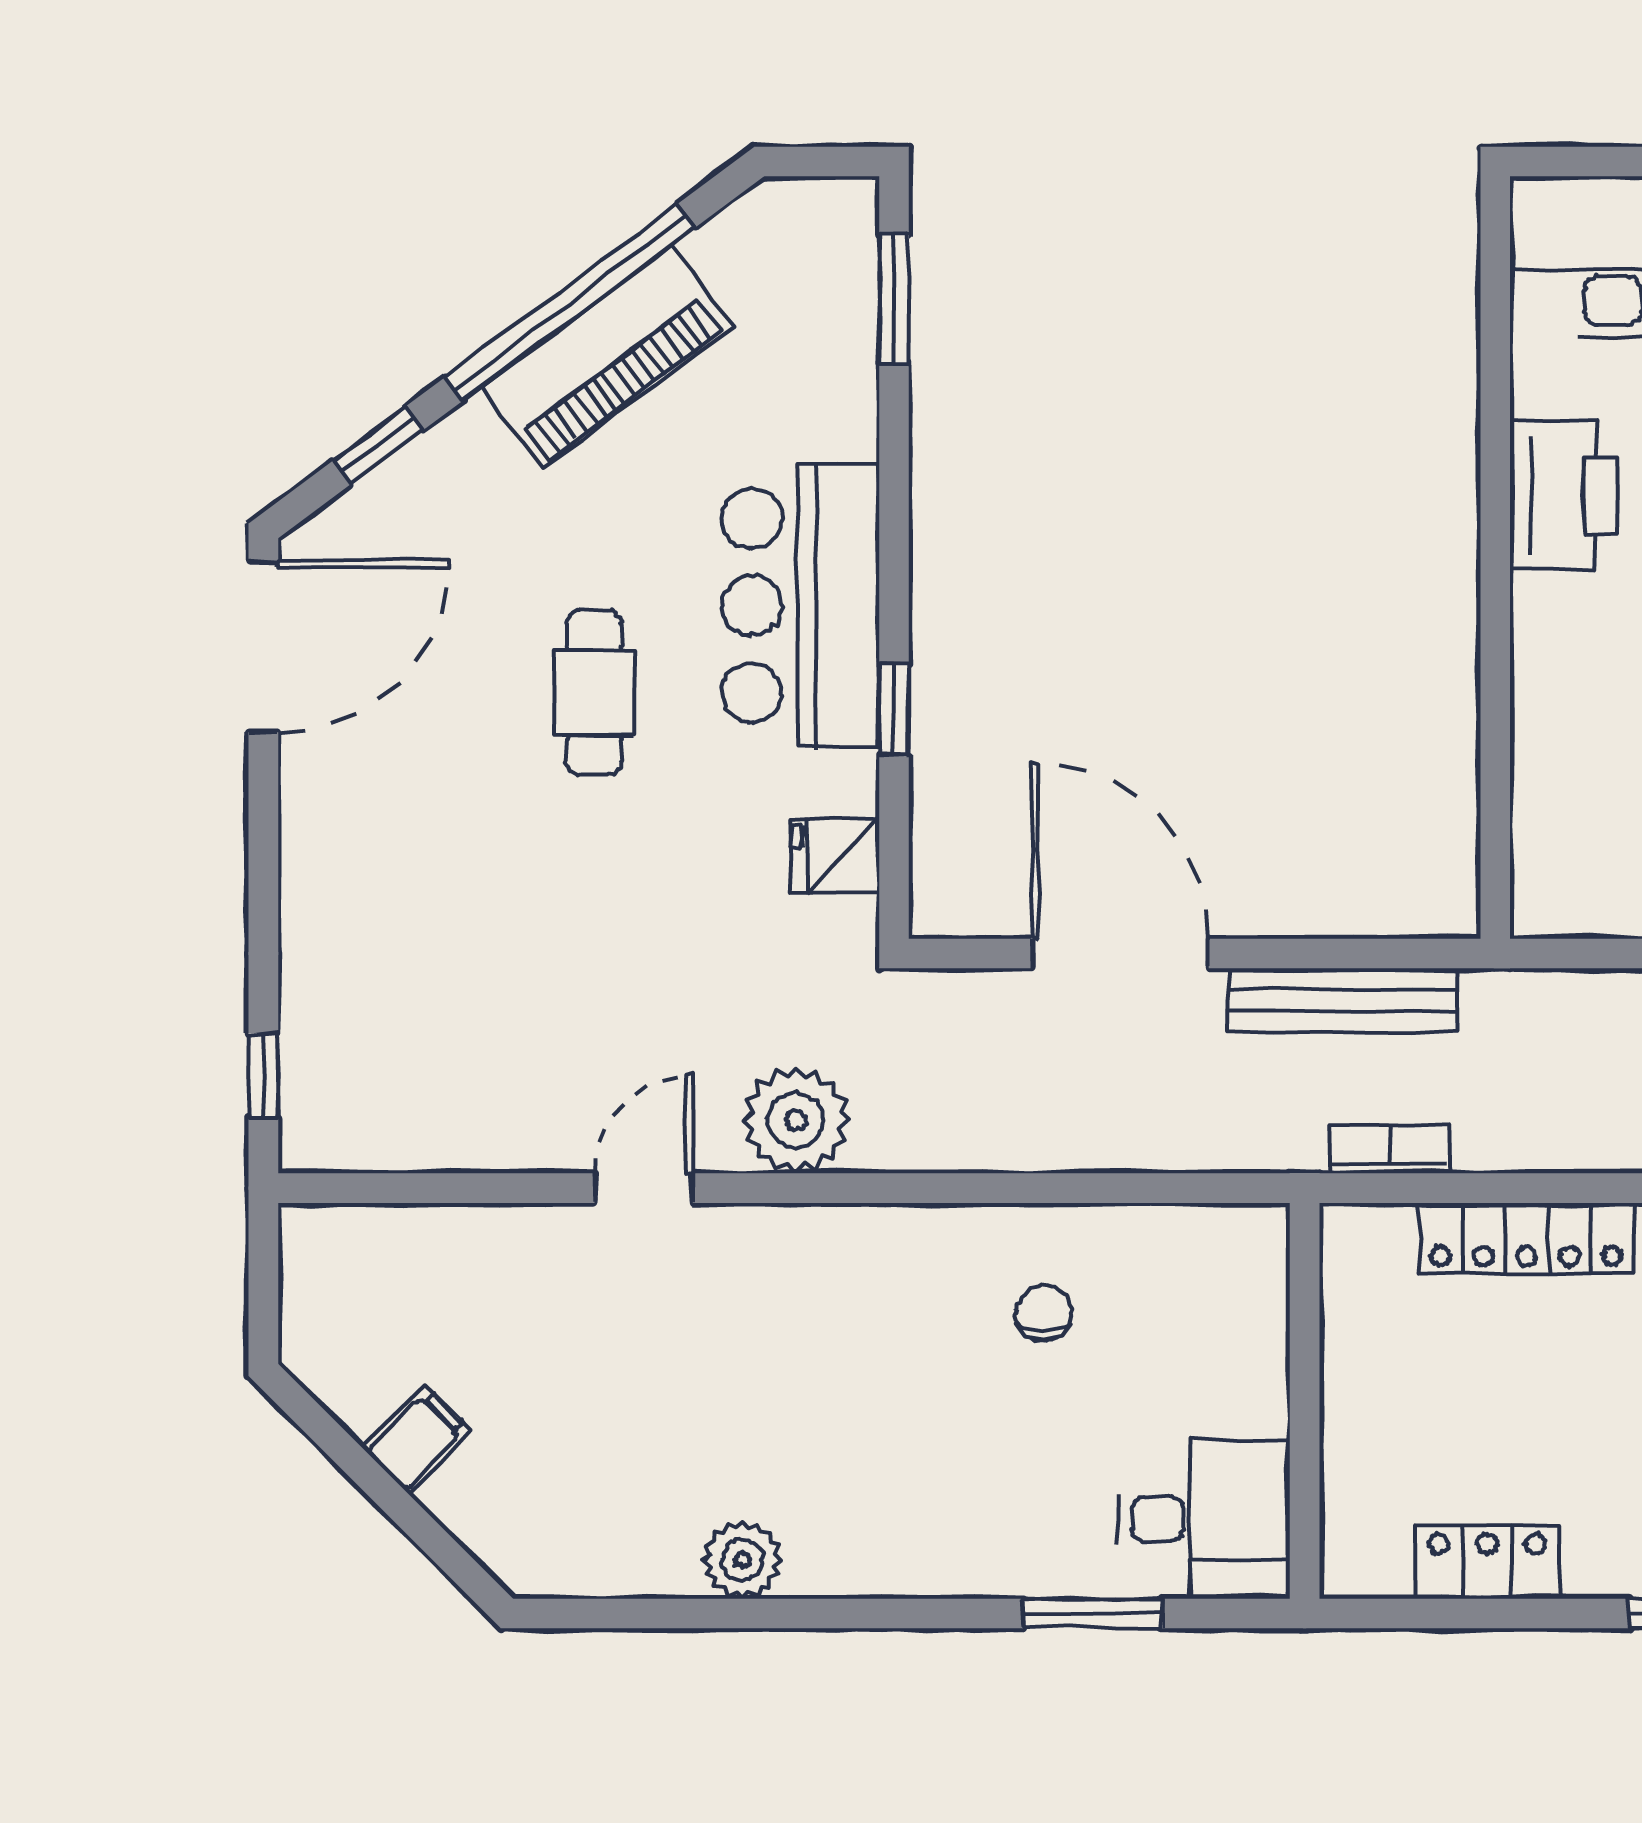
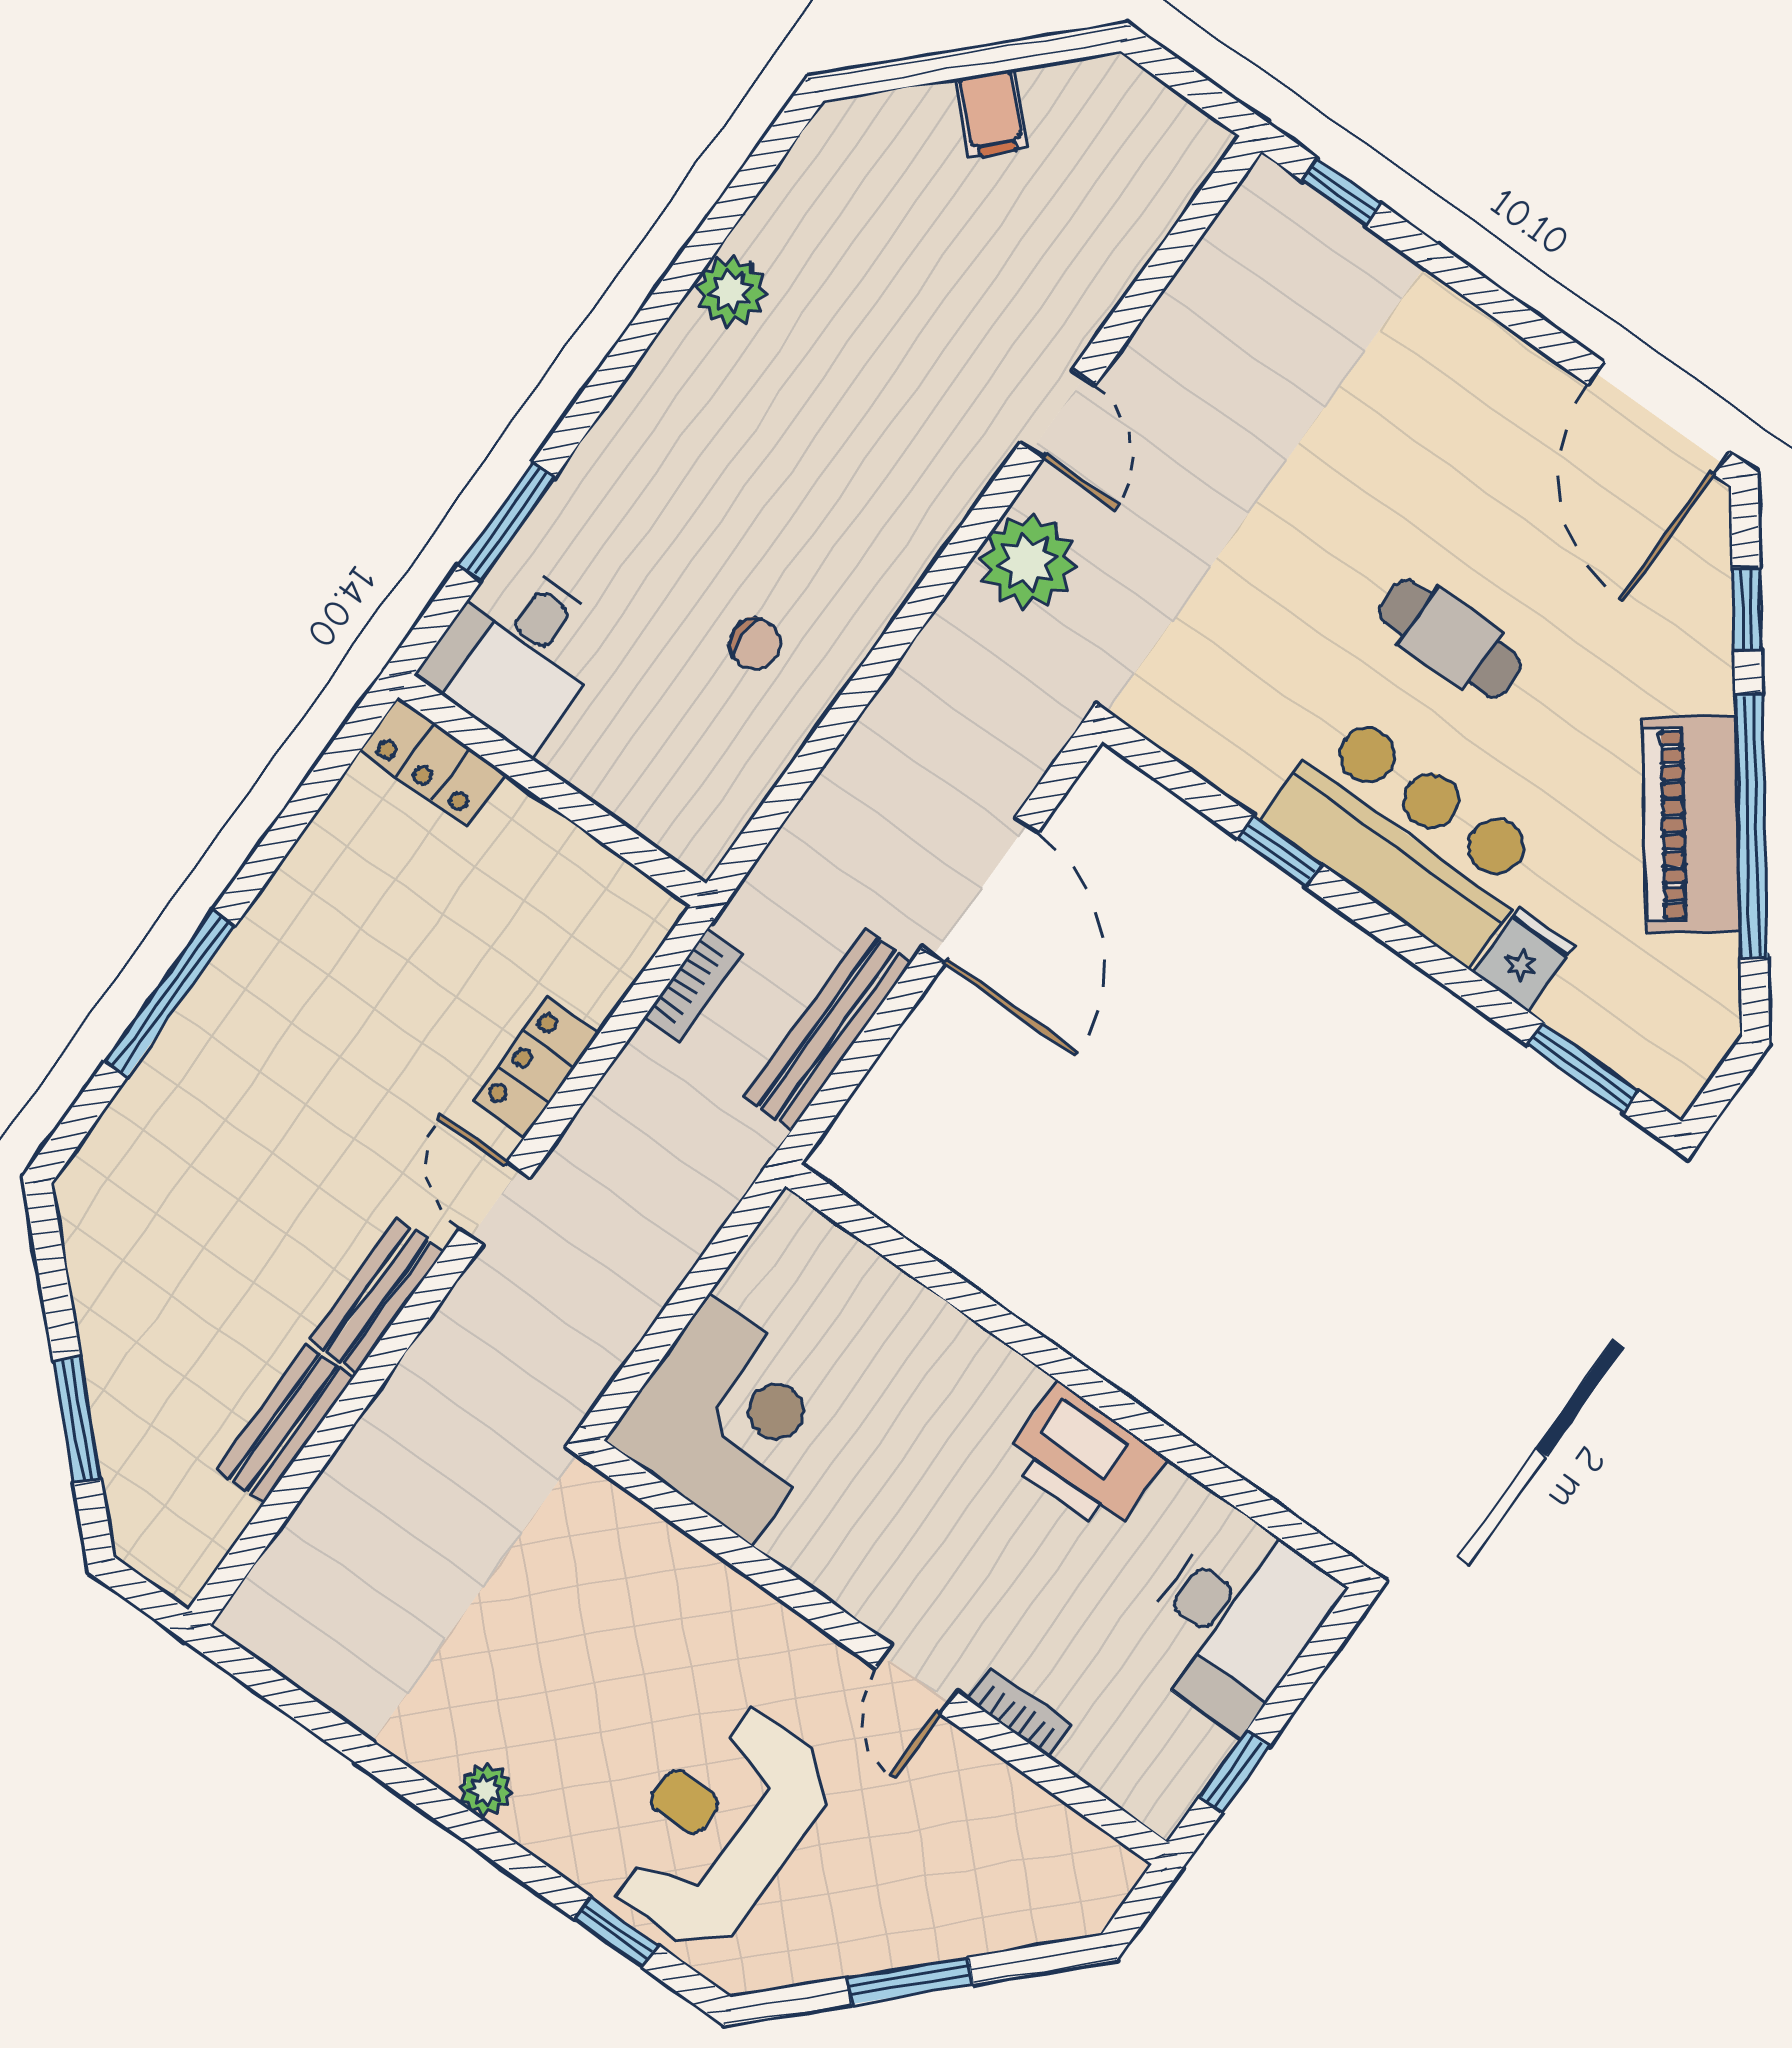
fridge: (835, 856) -> (1524, 960), moved
door: (1120, 953) -> (980, 890), hinge flipped
locker: (1526, 1238) -> (536, 1067), width x0.66
locker: (1487, 1562) -> (432, 762), moved, turned 90

